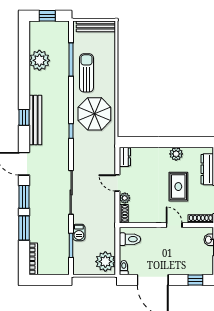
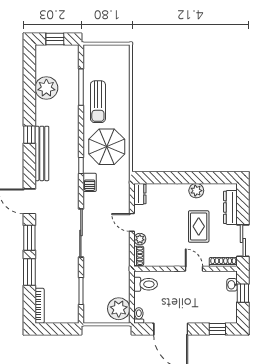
bench: (96, 26) -> (108, 51), removed
sun lounger: (87, 73) -> (98, 102), turned 180
window: (24, 117) -> (29, 135), moved
barbecue: (79, 232) -> (90, 182), moved

